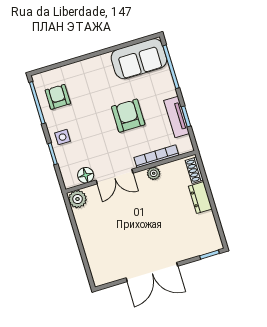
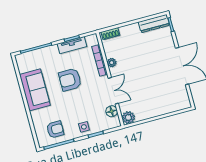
sofa: (139, 59) -> (35, 90), moved
armchair: (58, 97) -> (55, 129), turned 180
dresser: (200, 198) -> (154, 24), moved, width x1.44

